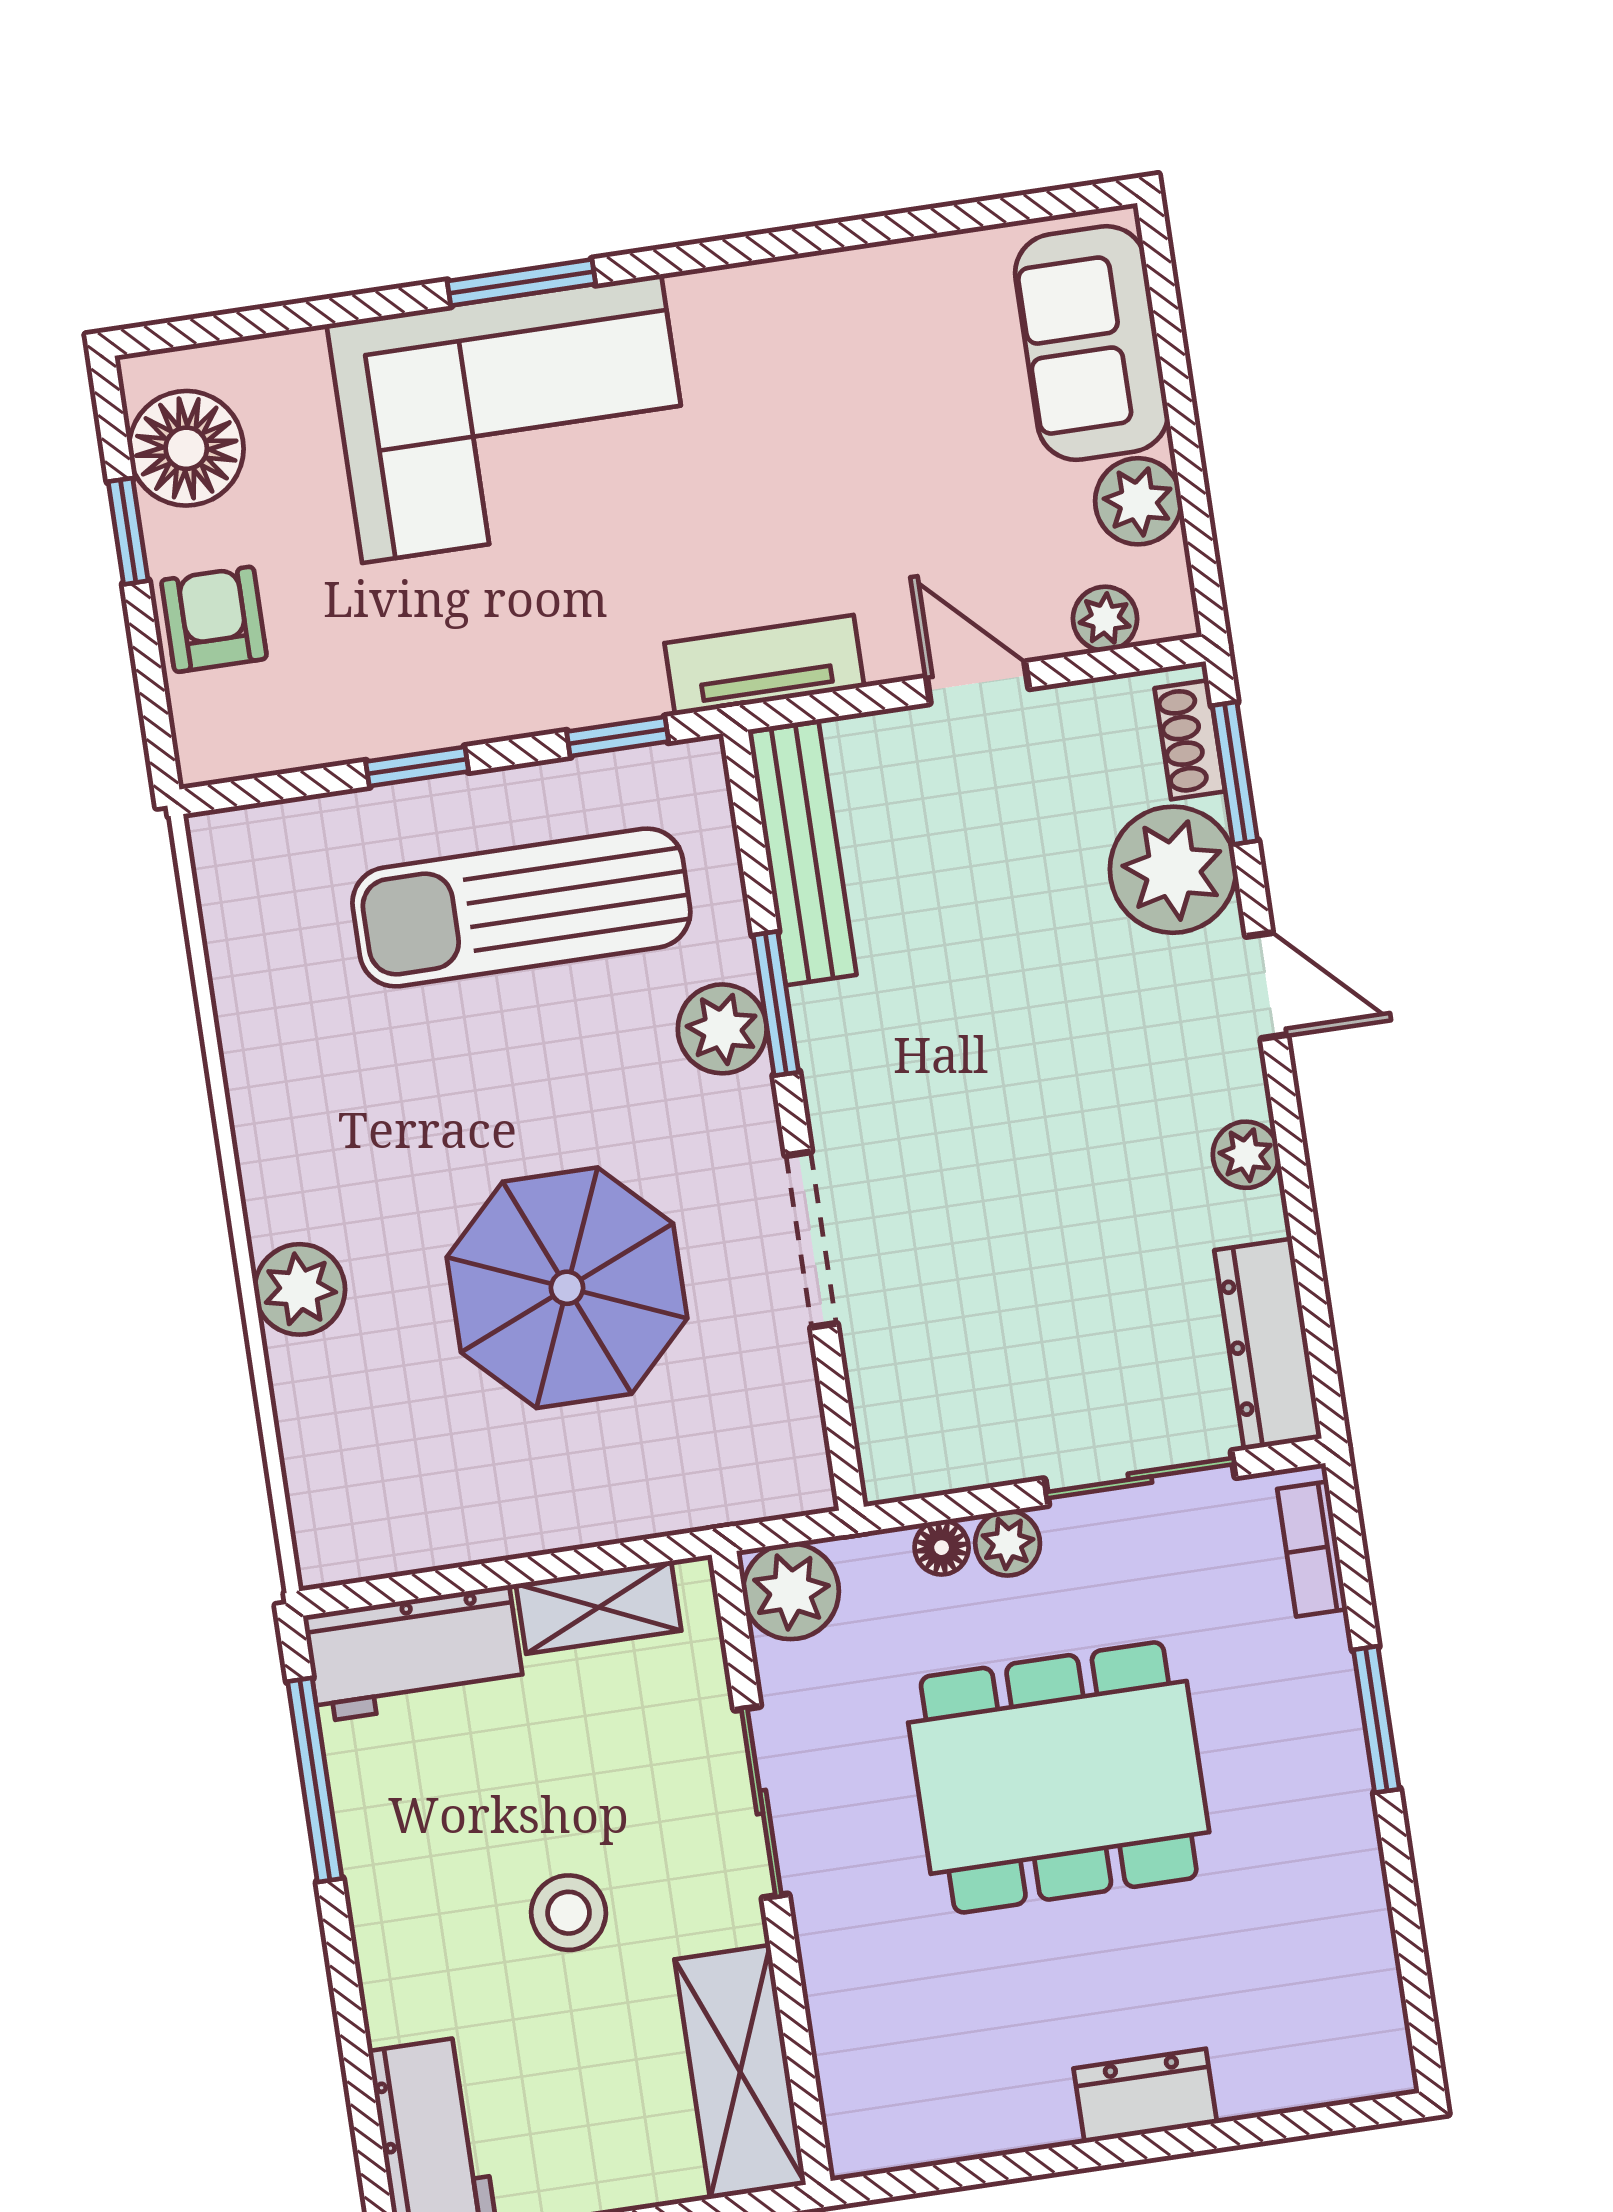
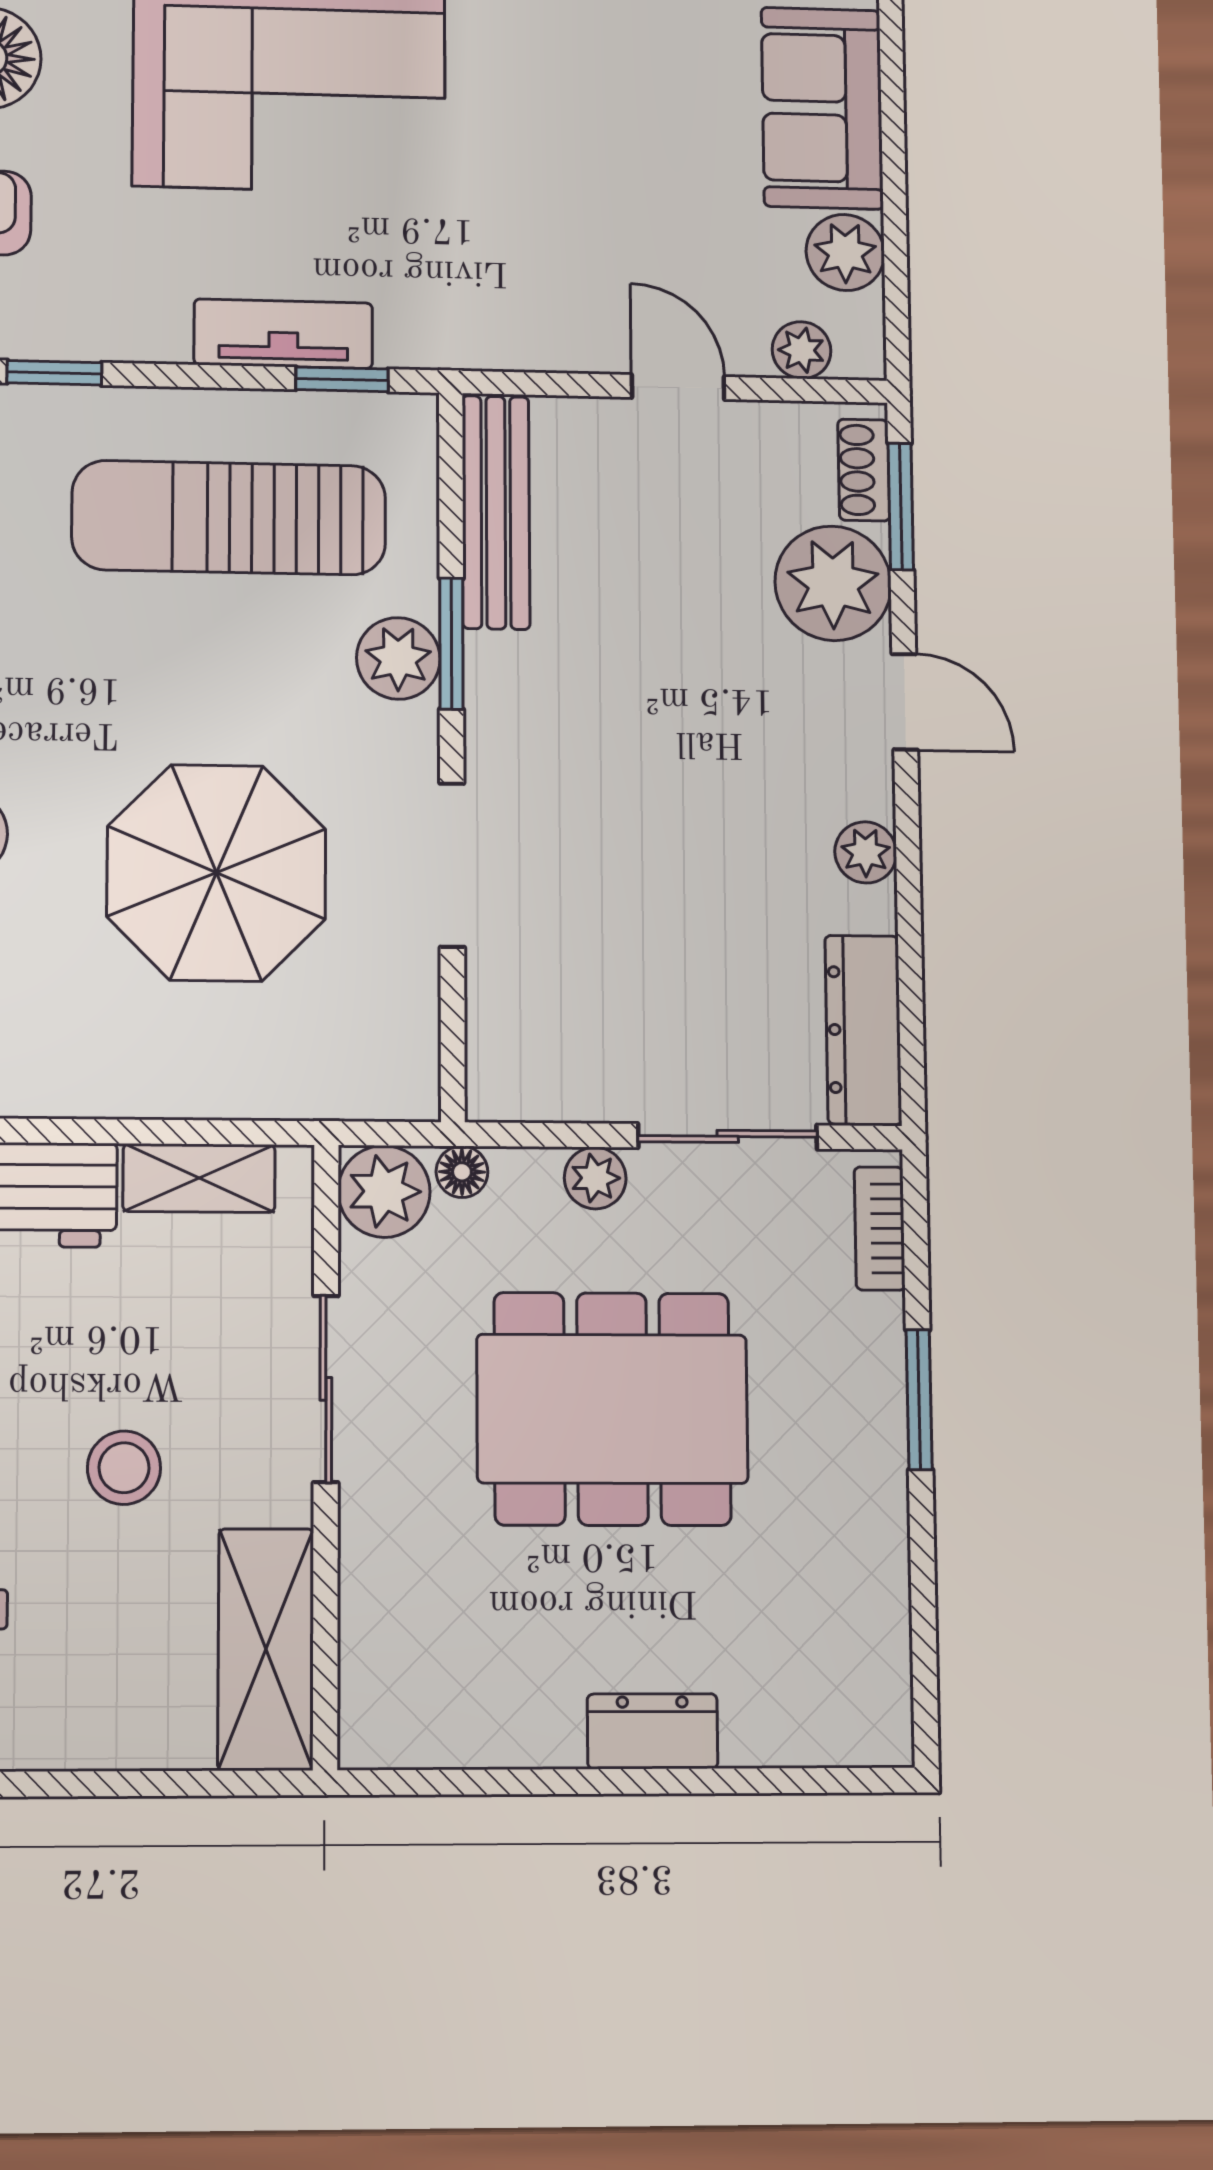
tv unit: (764, 665) -> (283, 334), moved
window: (417, 766) -> (54, 373), moved
floor lamp: (942, 1548) -> (462, 1172), moved

